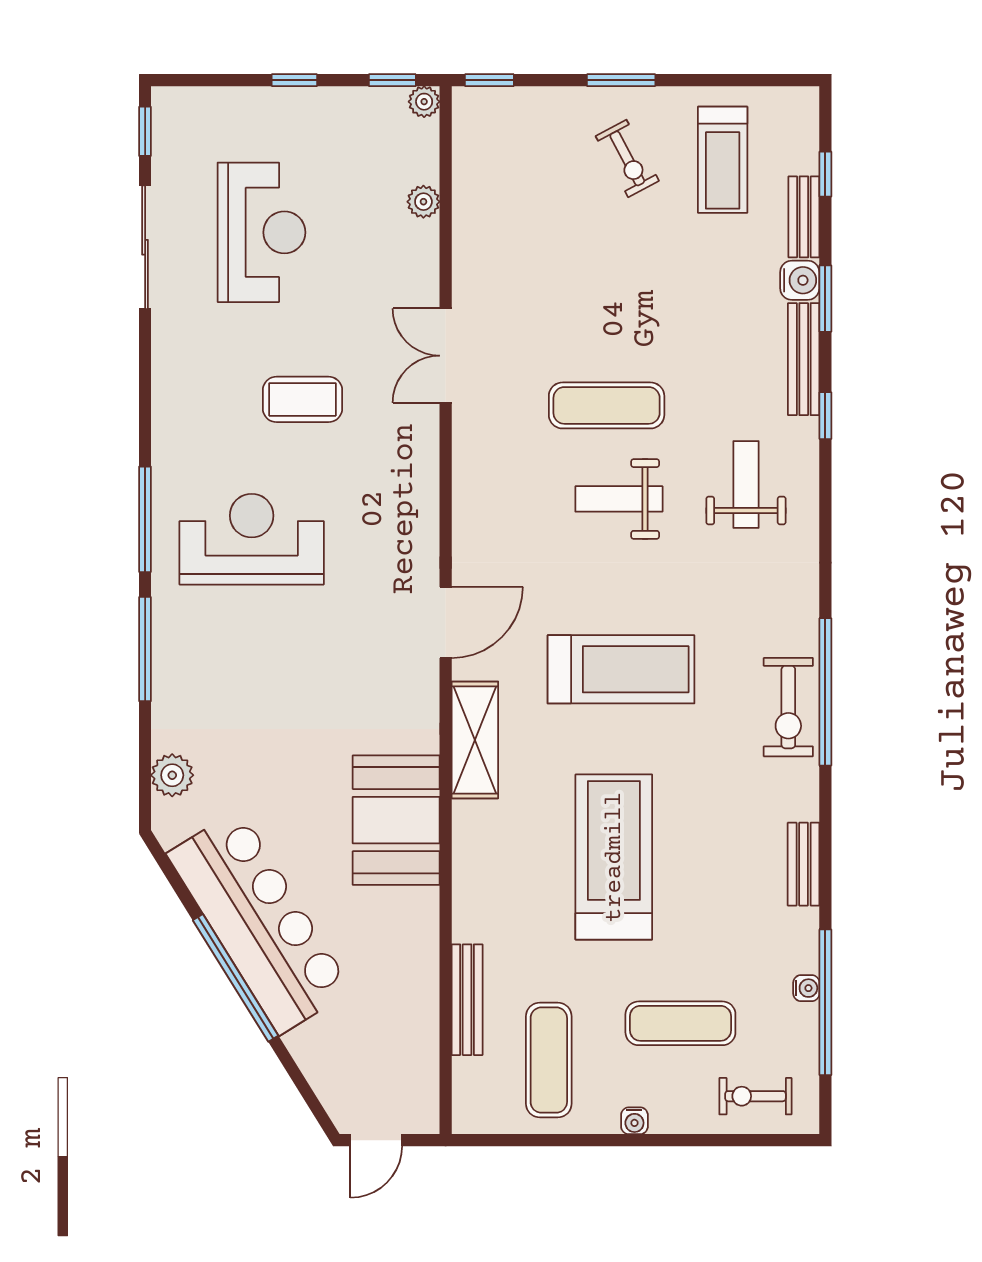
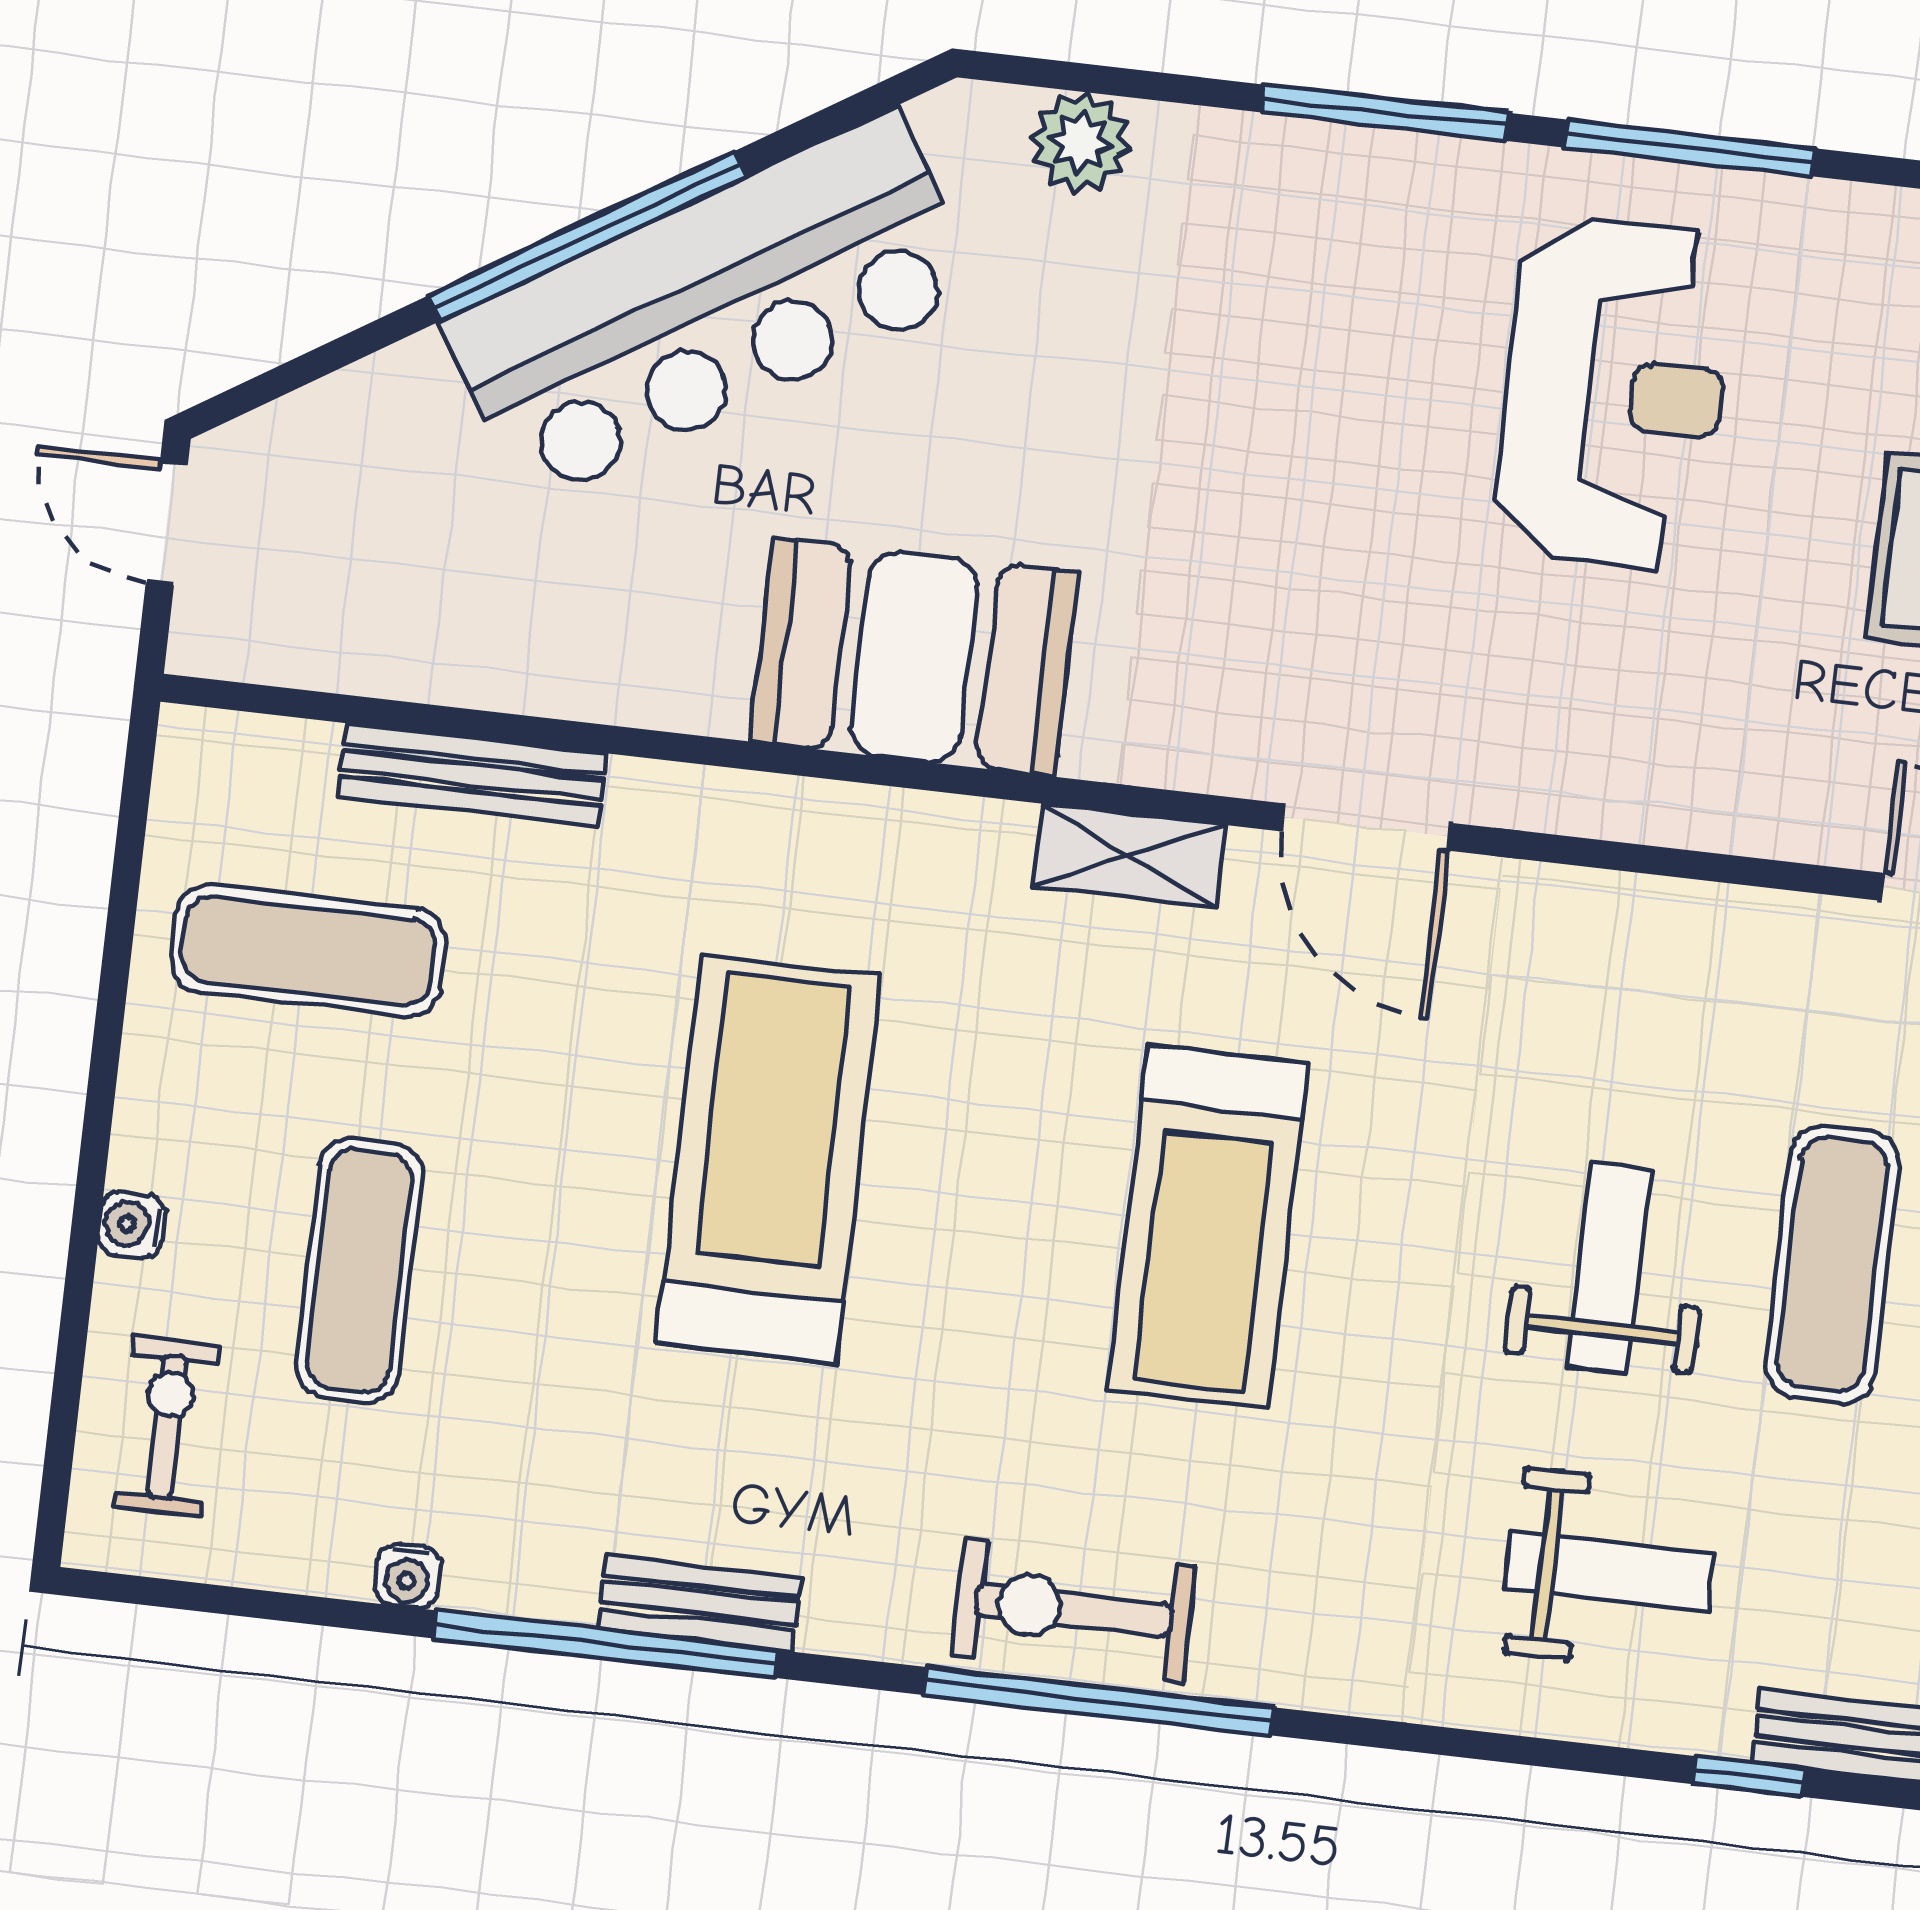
shelving: (475, 740) -> (1129, 855), width x0.67, depth x0.75
treadmill: (614, 857) -> (768, 1159), turned -90
window: (825, 1002) -> (606, 1644), moved
water cooler: (634, 1121) -> (132, 1224), moved

